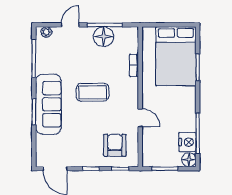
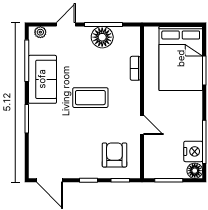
sofa: (48, 104) -> (42, 79), moved, width x0.73

